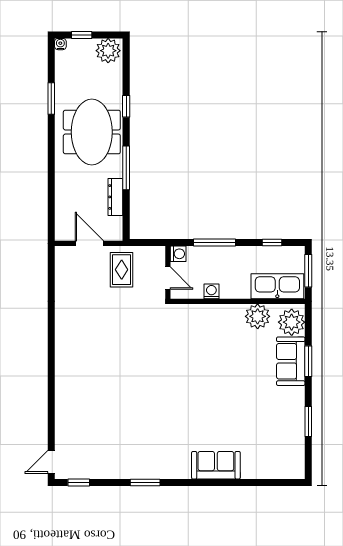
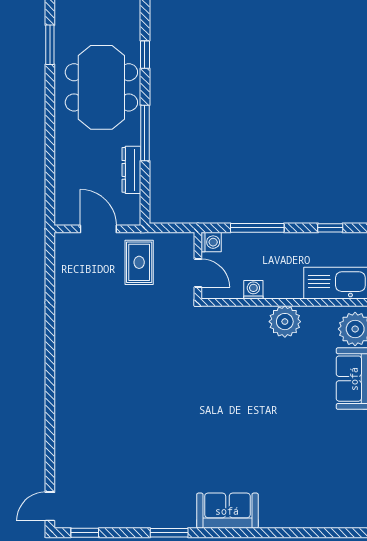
plant: (258, 316) -> (285, 322), moved
sofa: (216, 465) -> (227, 511), moved

